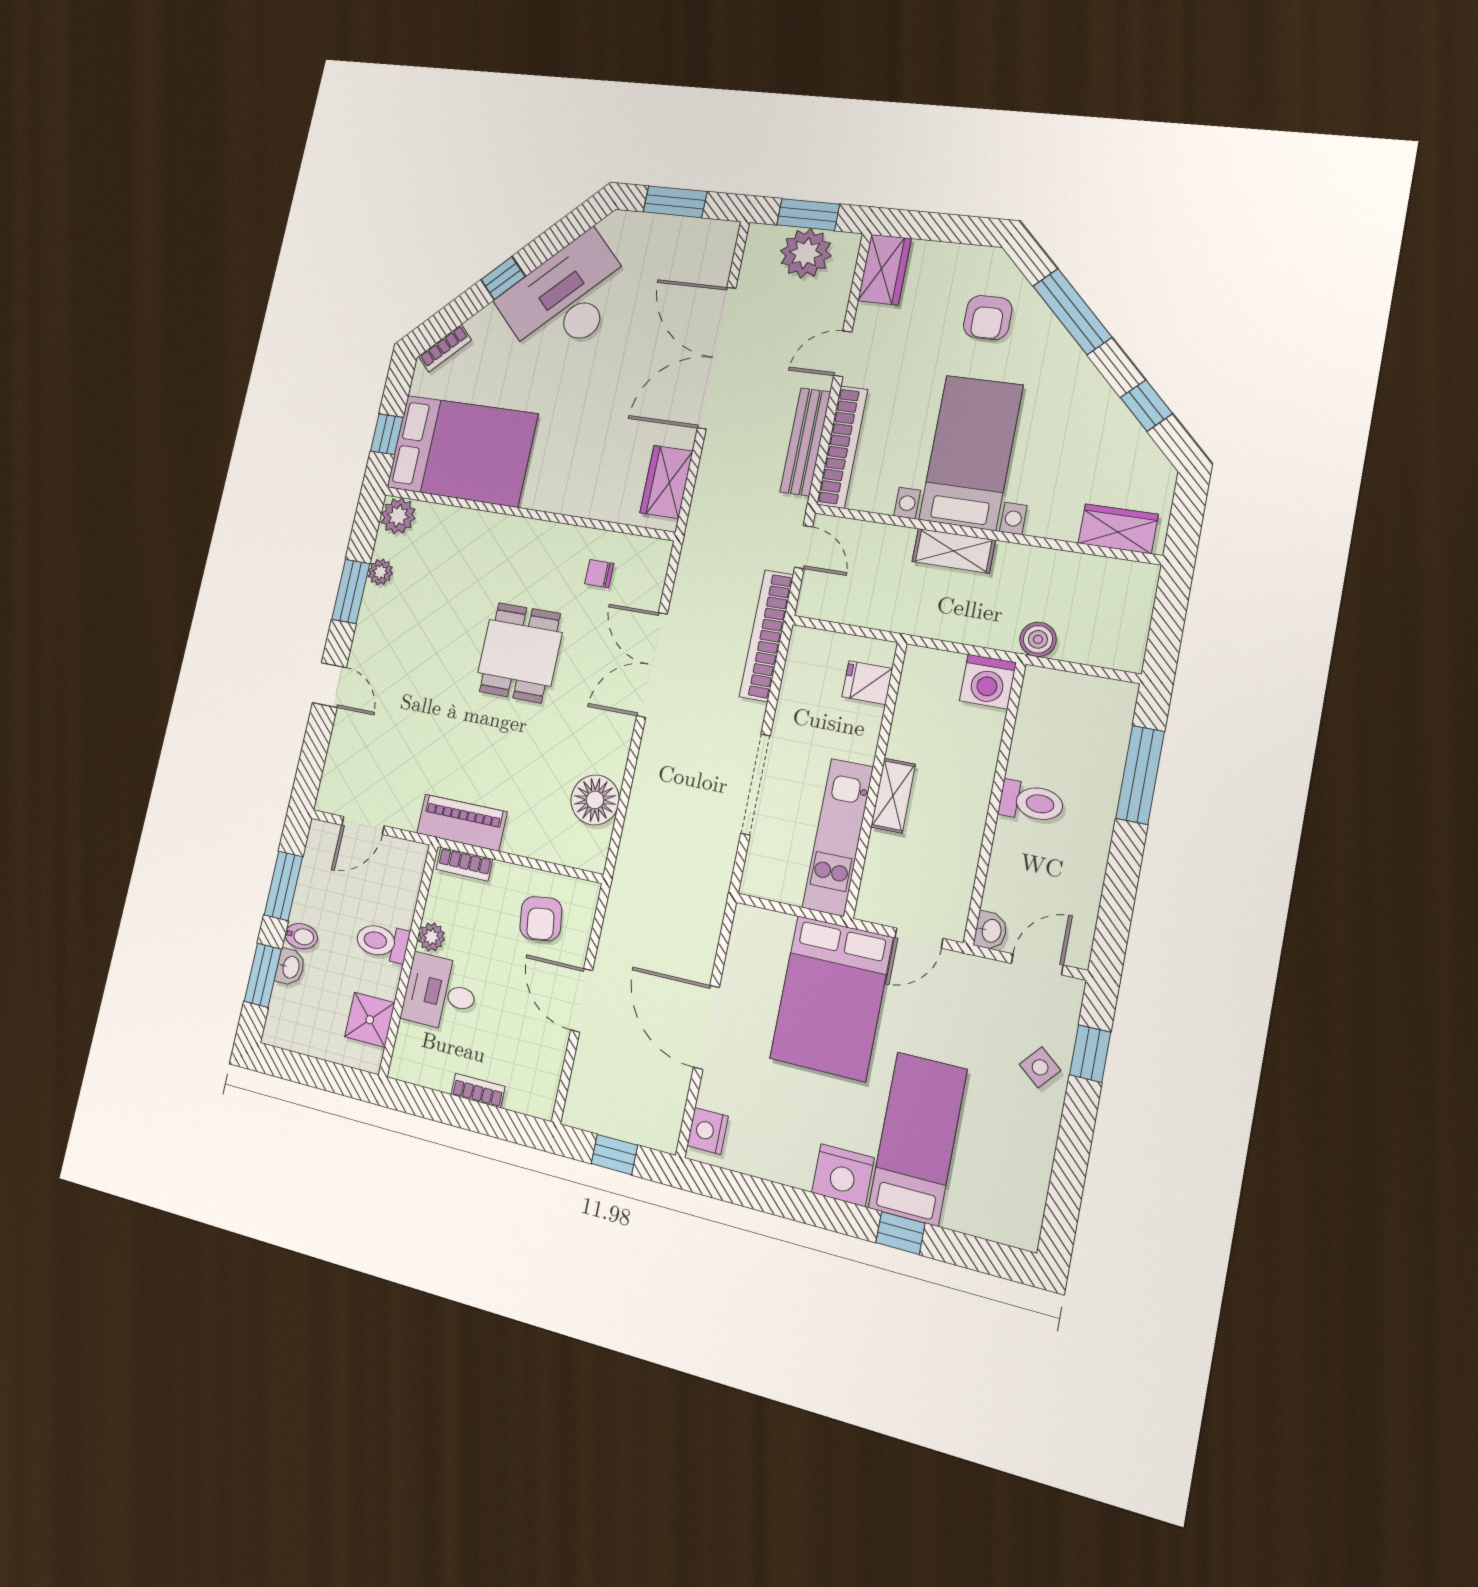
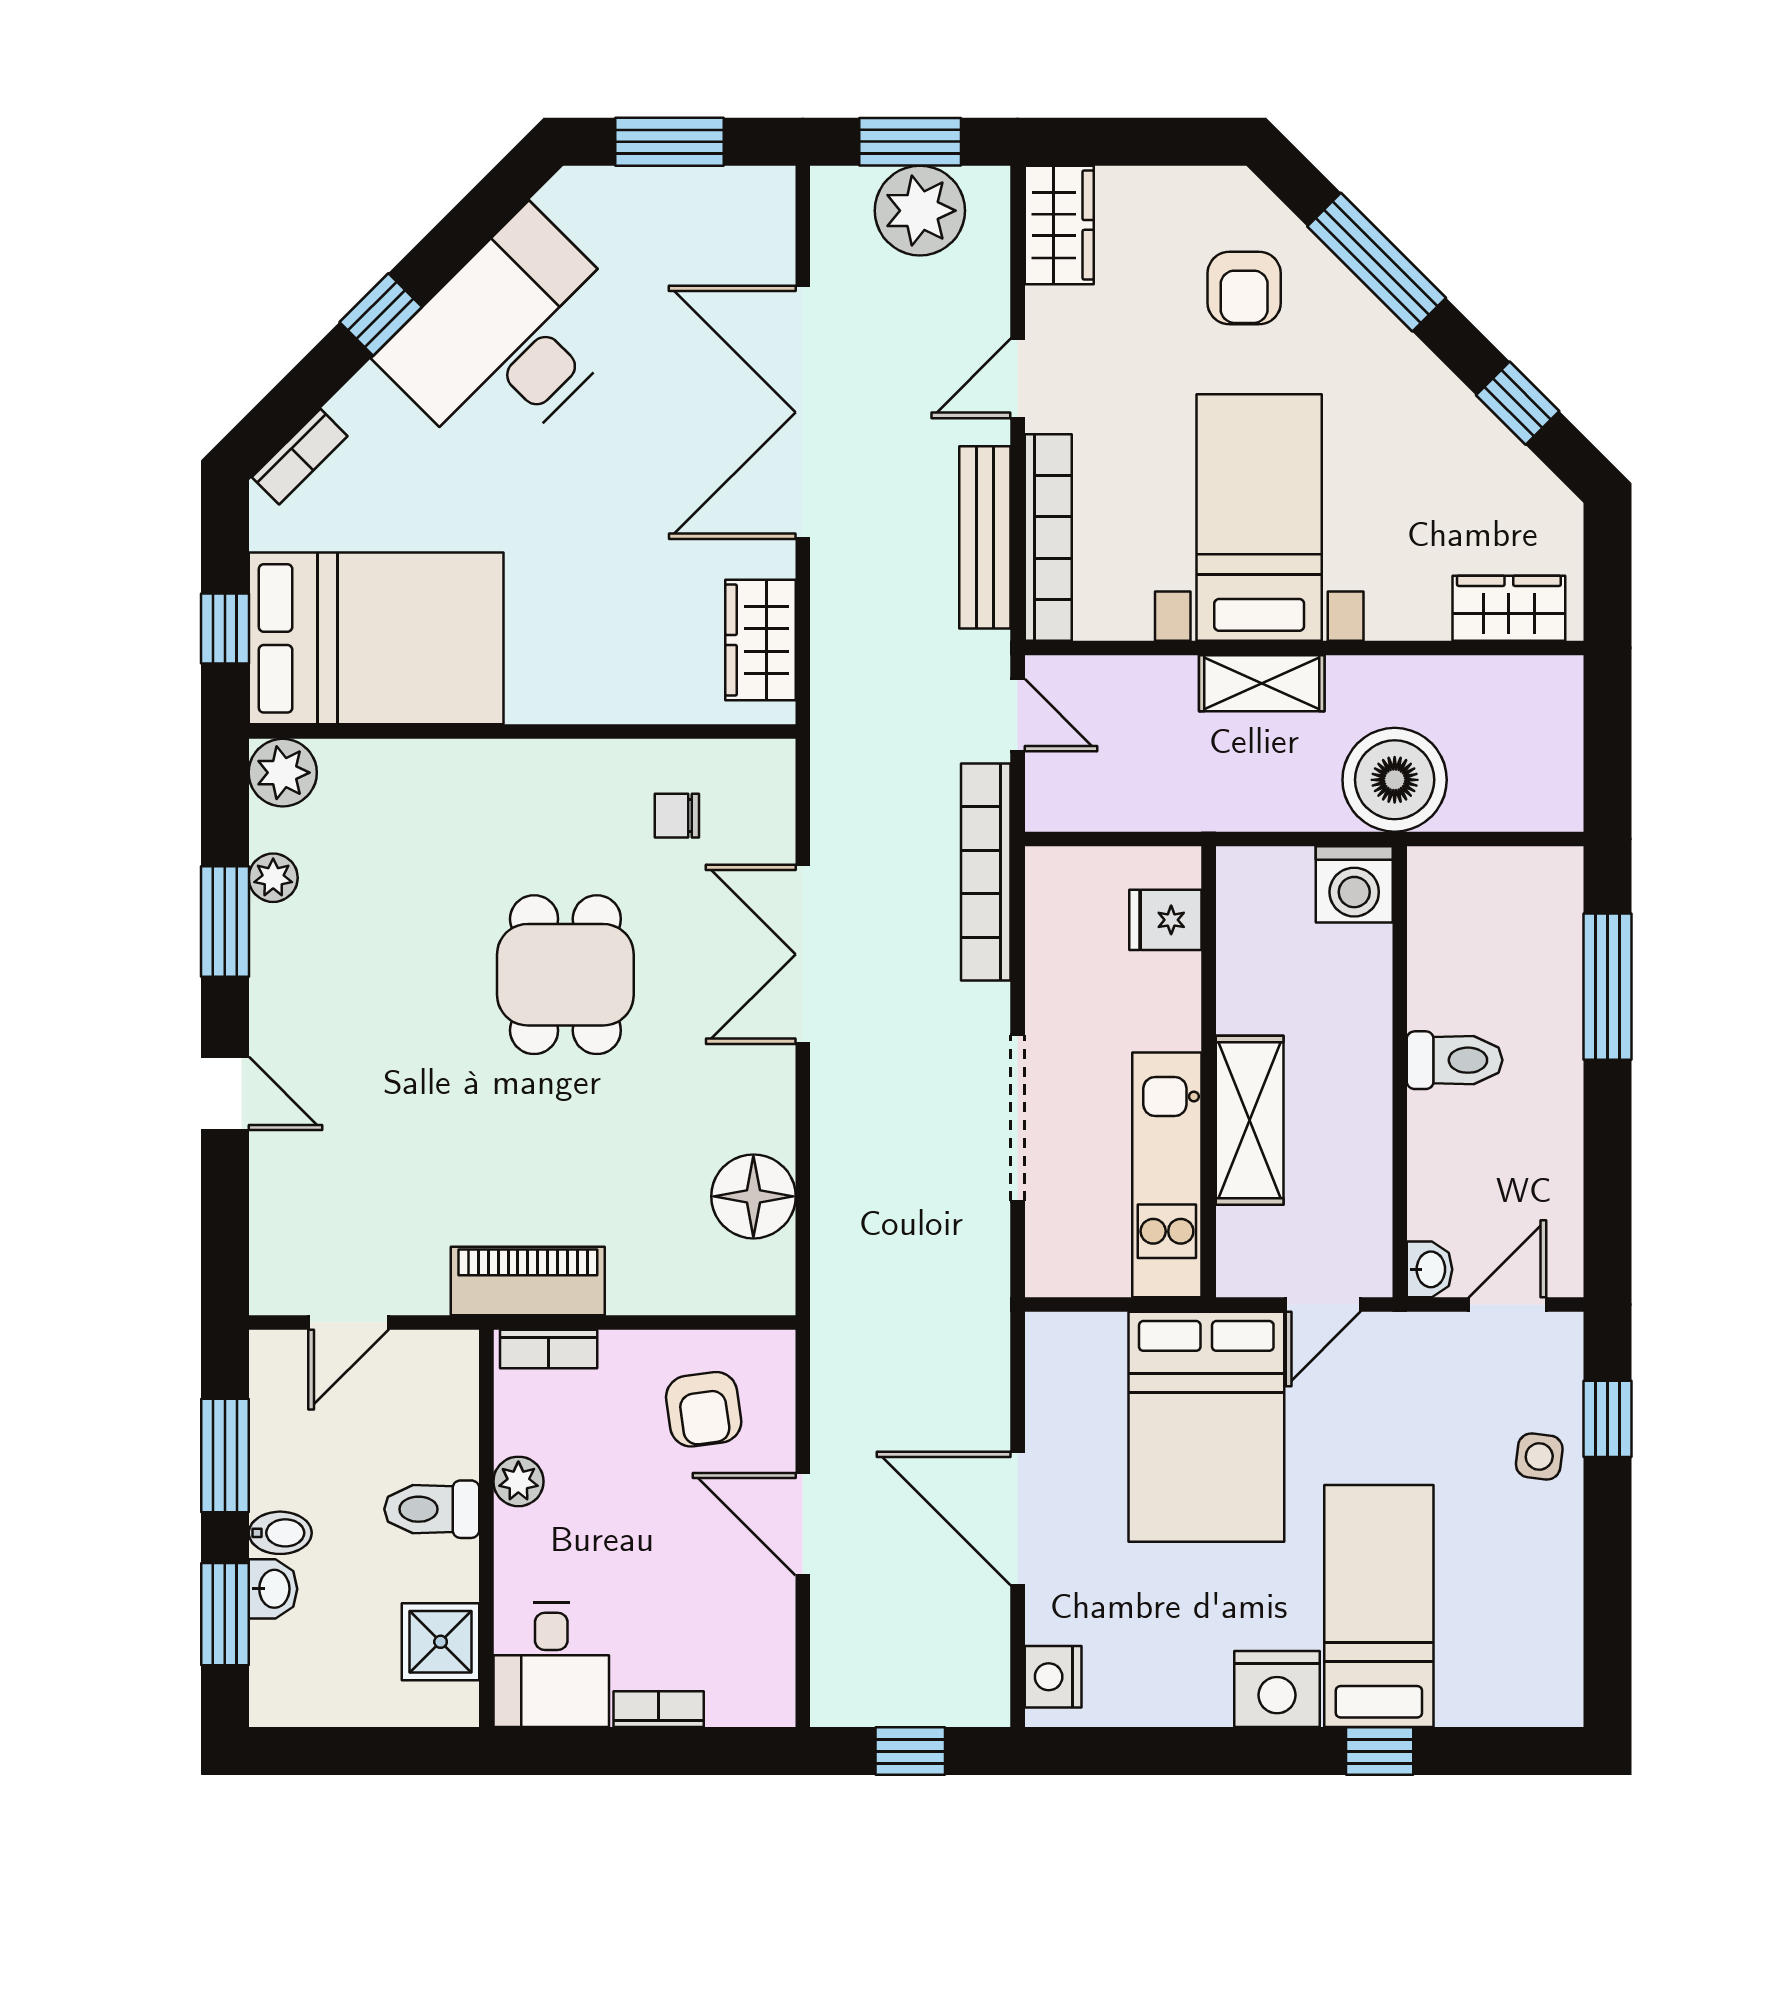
boiler: (1038, 639) -> (1395, 780), width x1.86, depth x1.86
shelving: (893, 796) -> (1250, 1120), width x1.50, depth x1.33
desk: (440, 993) -> (551, 1665), moved, turned -90
side table: (1040, 1067) -> (1539, 1456), turned -33

